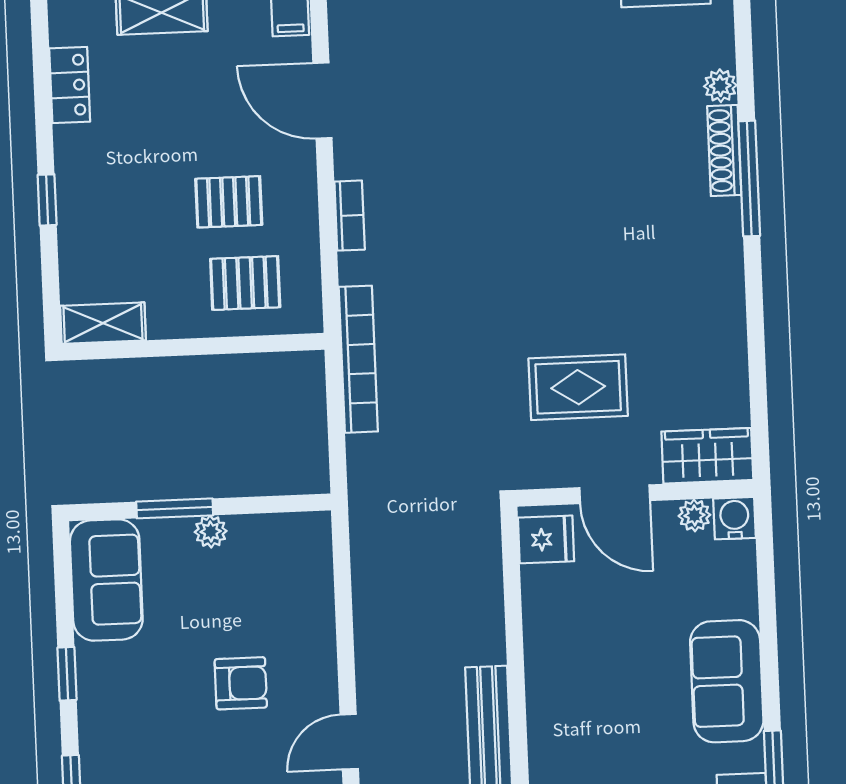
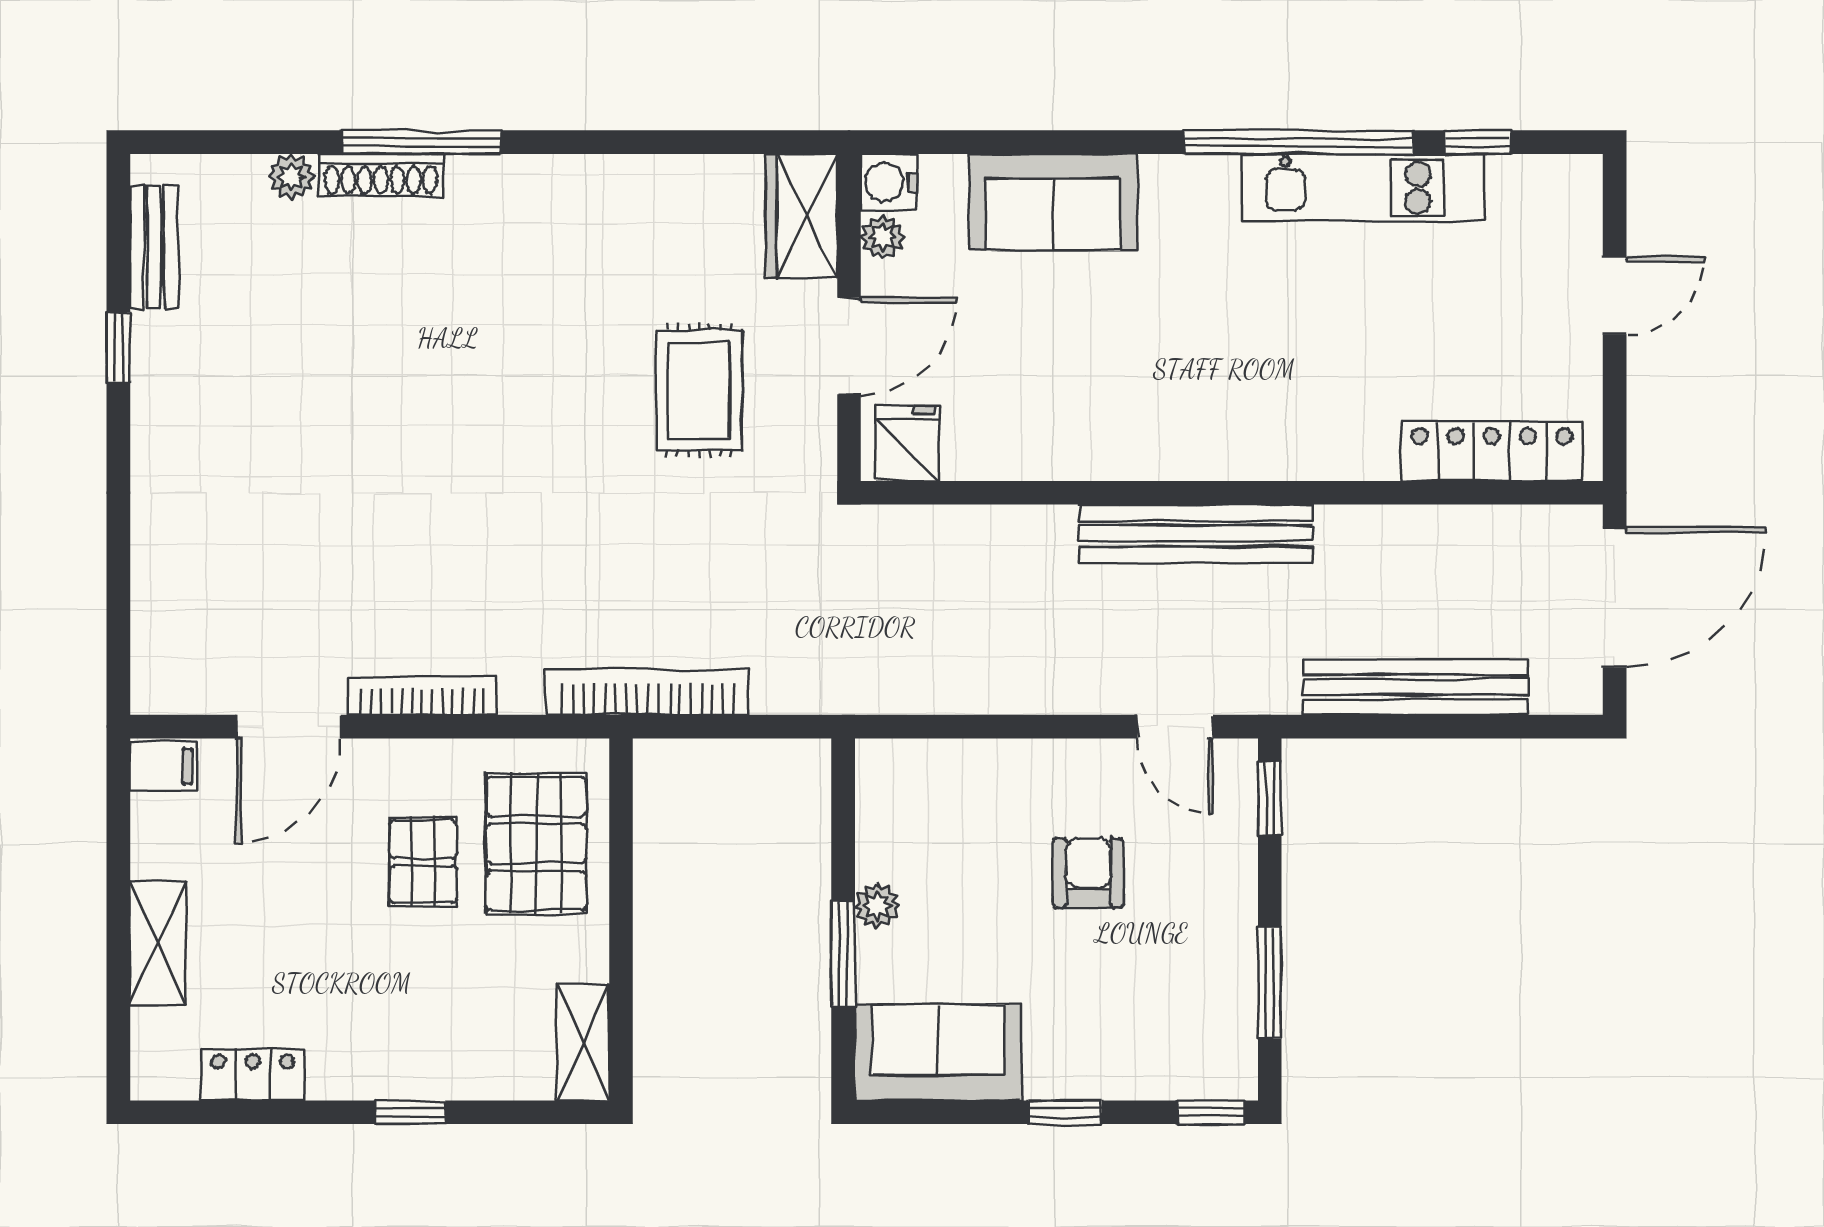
bookcase: (350, 216) -> (422, 696), width x1.56
pallet: (245, 283) -> (536, 844), width x1.50, depth x1.42
sofa: (727, 681) -> (1053, 202), moved

